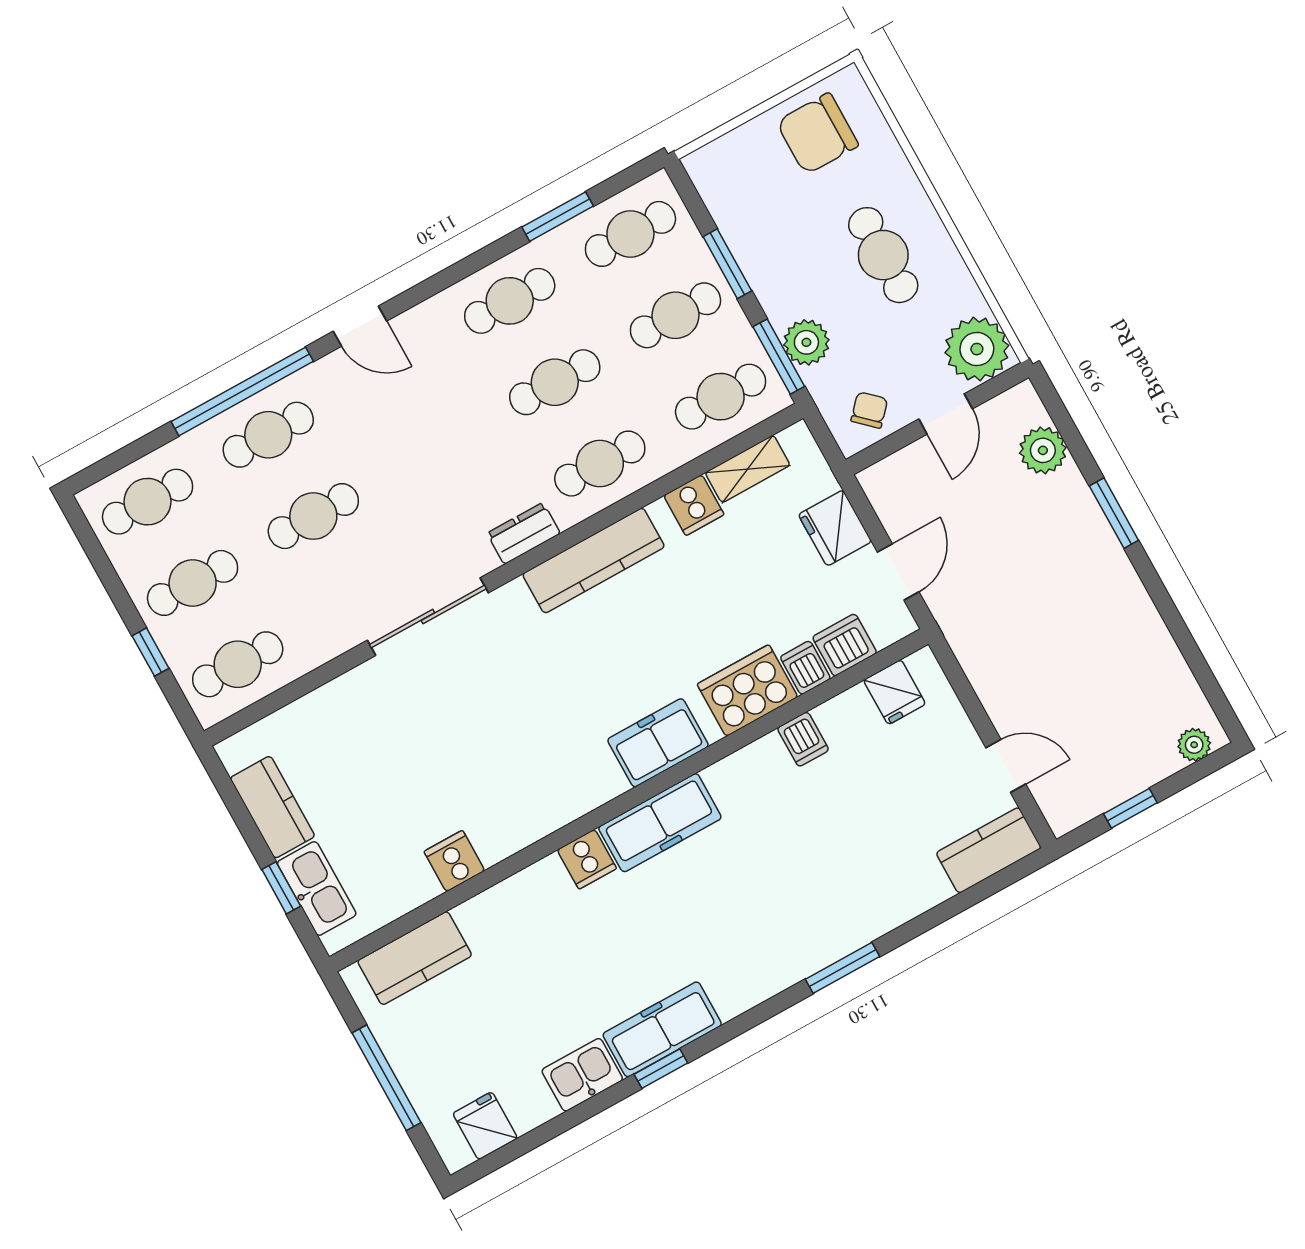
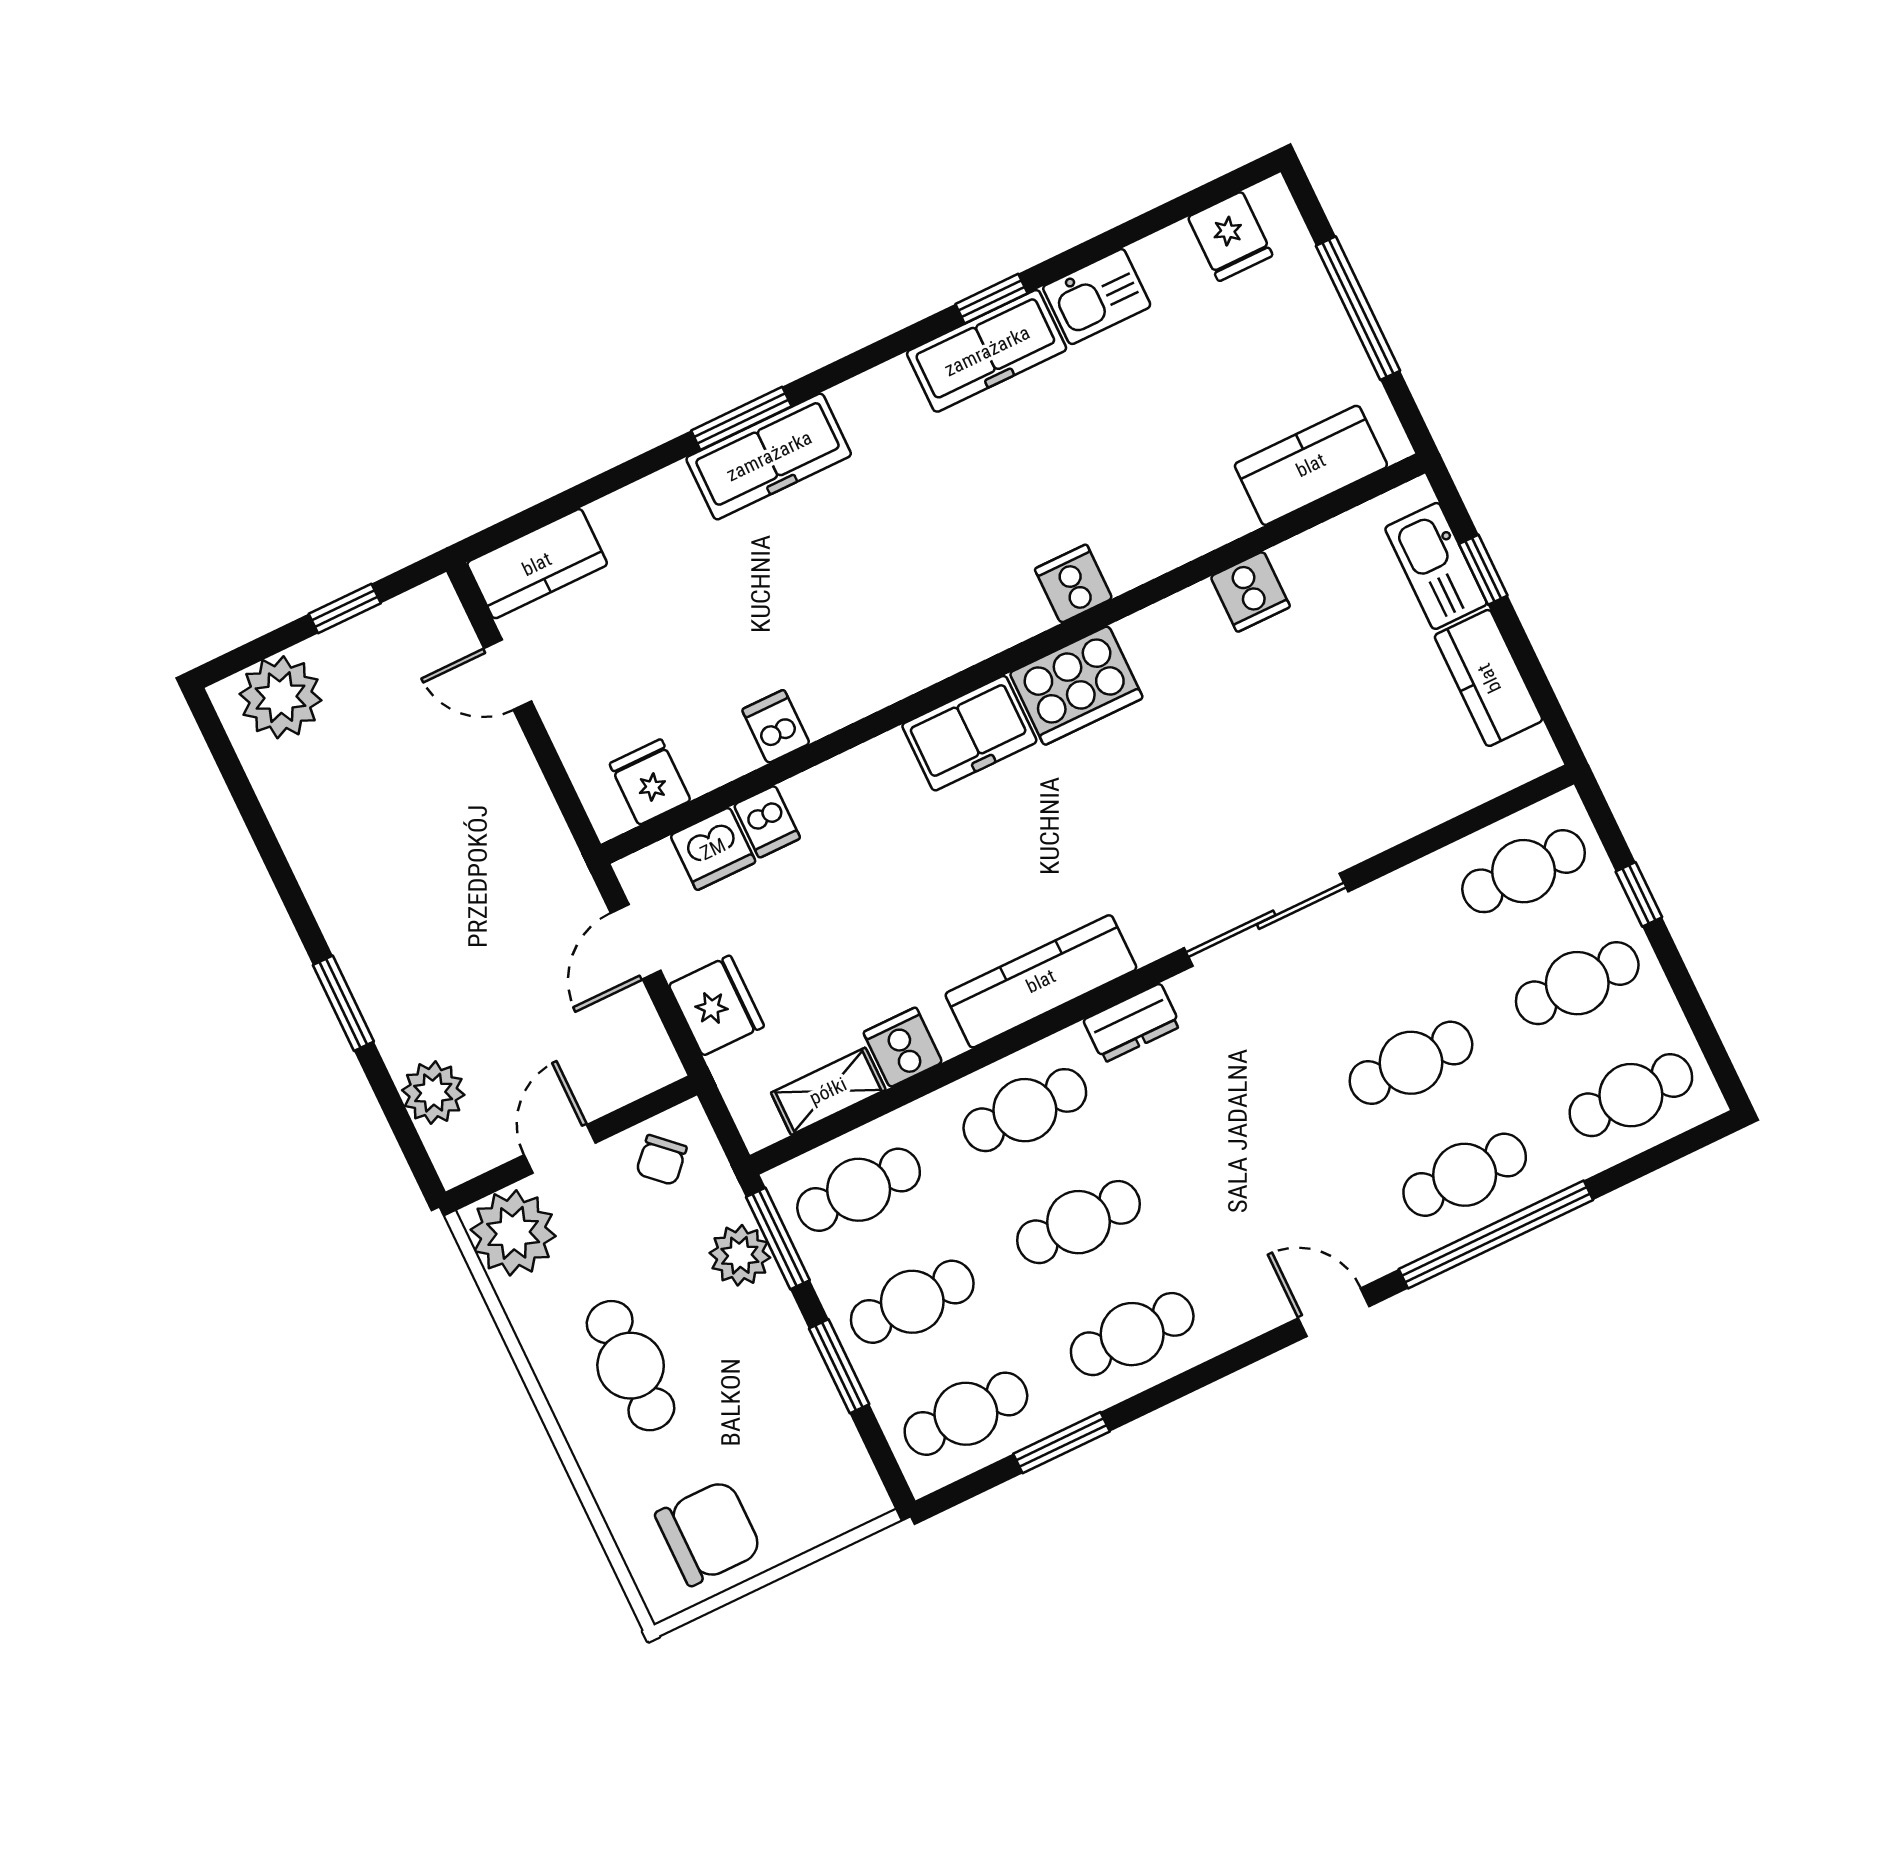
cooker: (747, 691) -> (1076, 685), moved
plant: (1194, 745) -> (280, 697), width x1.87, depth x1.87
freezer: (660, 823) -> (769, 456), moved, turned 180

